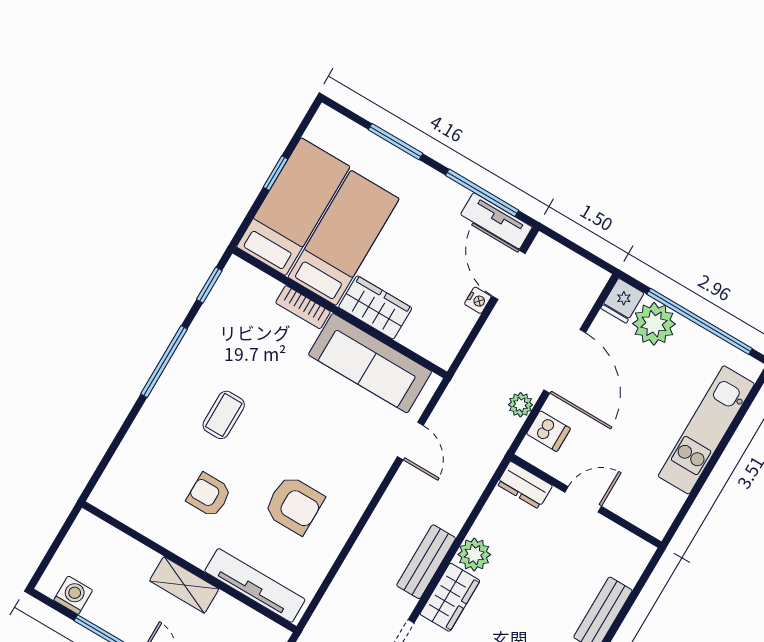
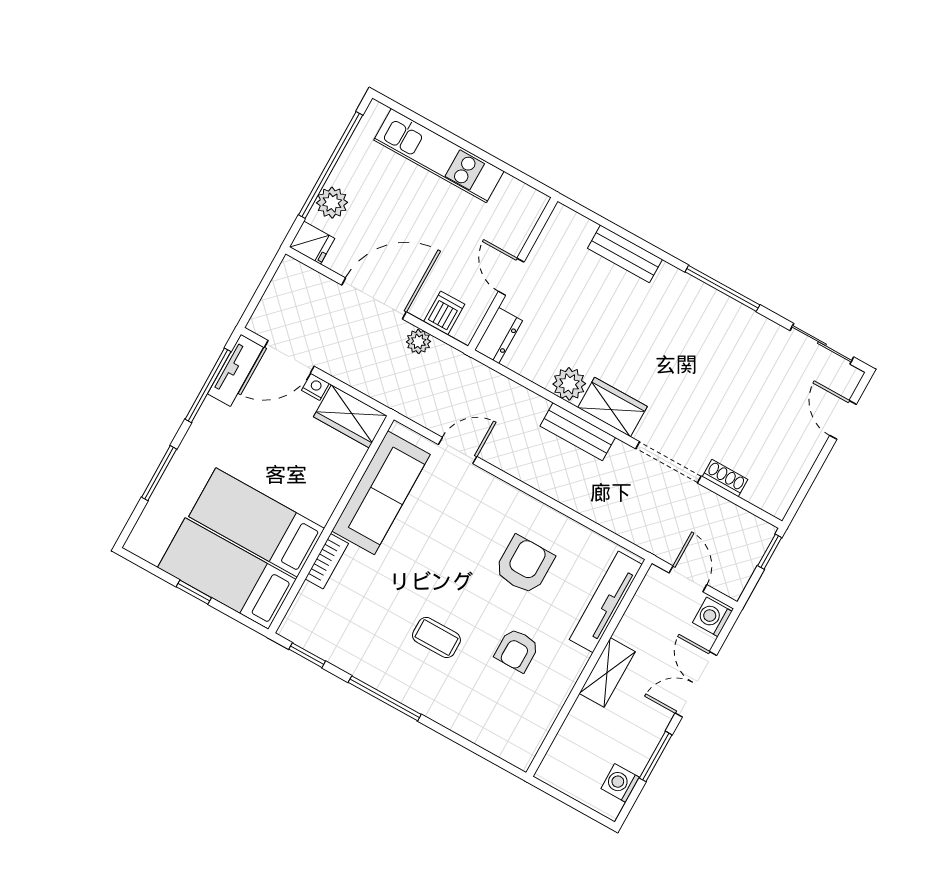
wardrobe: (375, 307) -> (350, 416), moved, turned -90
plant: (654, 324) -> (332, 203), width x0.73, depth x0.73

